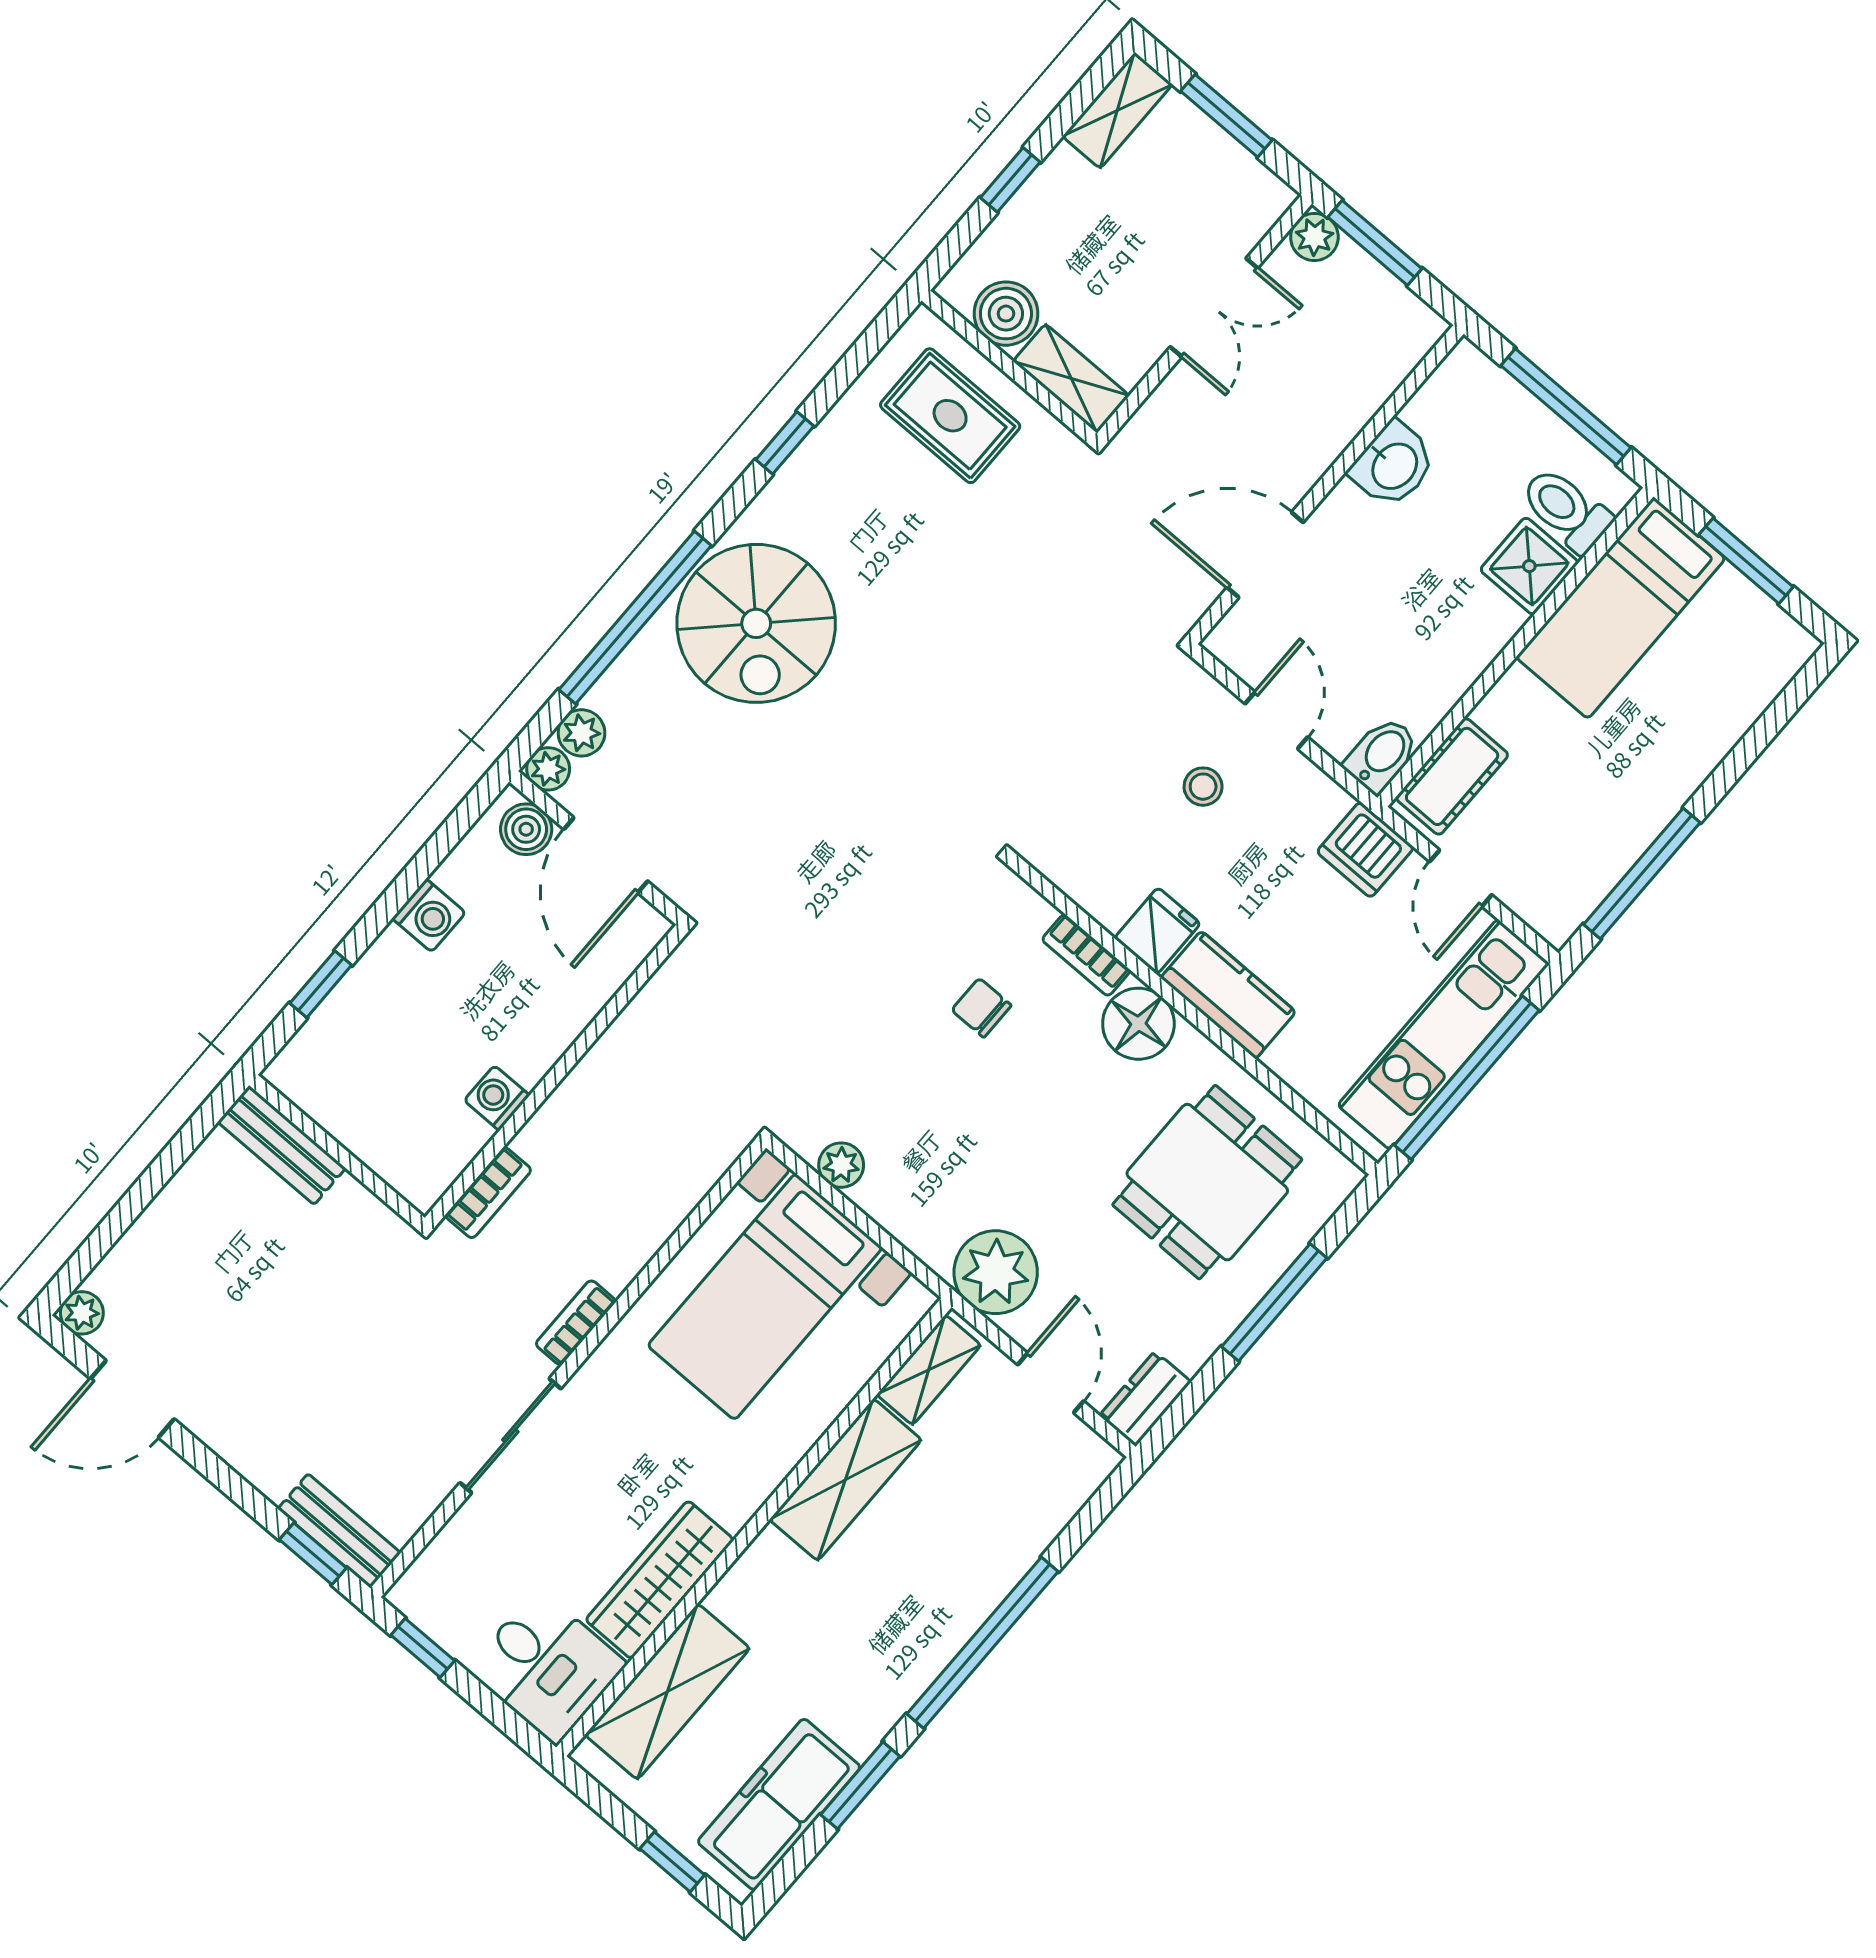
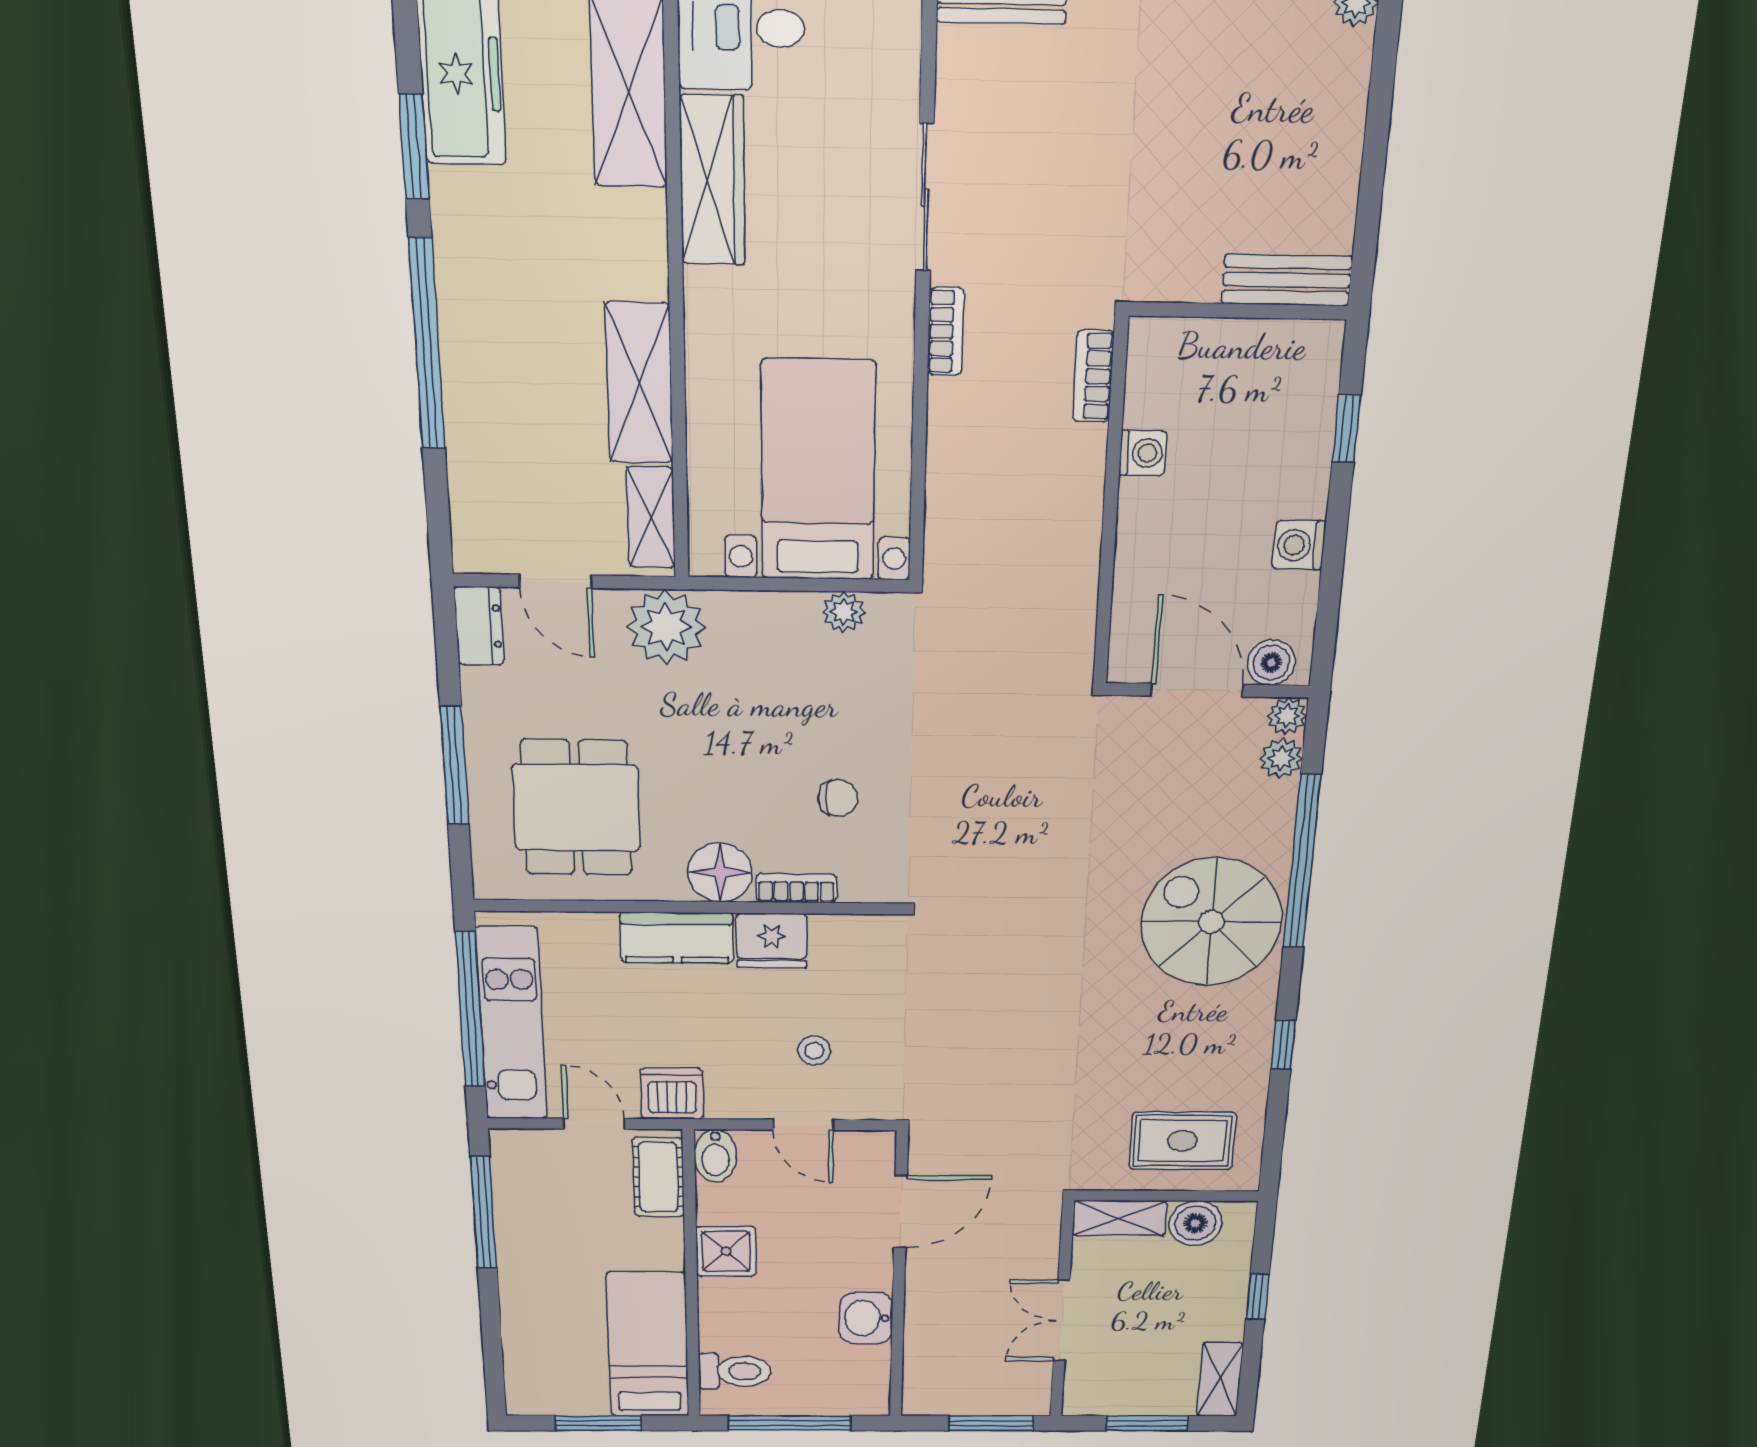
plant: (1314, 237) -> (1032, 1400), removed
shower: (1529, 566) -> (726, 1251), moved
fridge: (1157, 931) -> (772, 941), width x1.38

